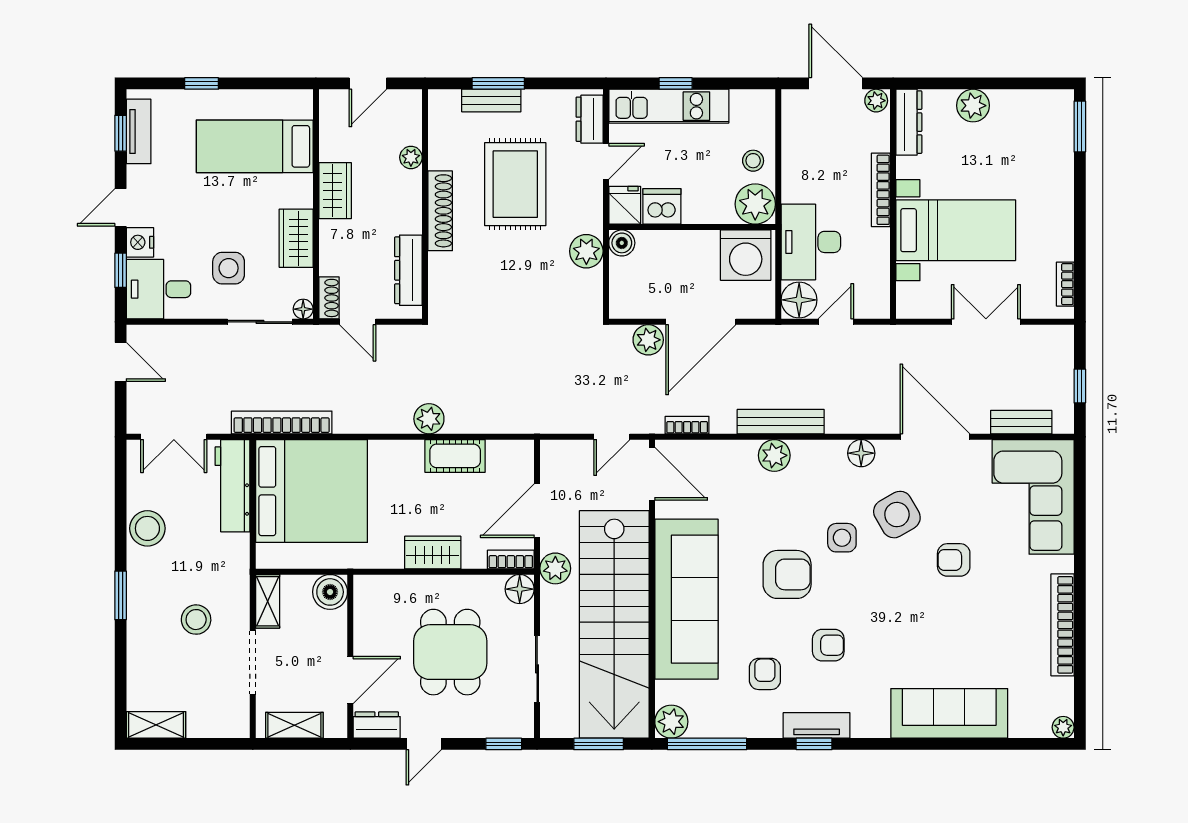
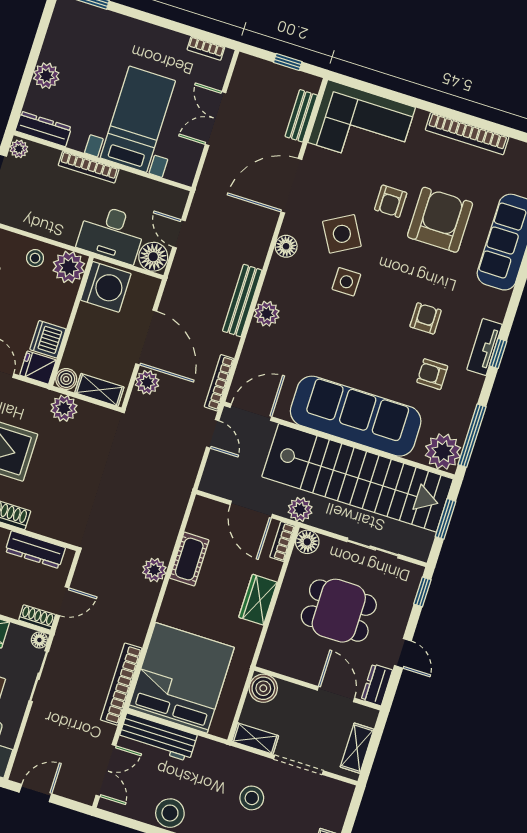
shelving: (621, 286) -> (99, 390), added
bookcase: (687, 425) -> (219, 383), width x1.56
armchair: (787, 574) -> (440, 220), moved, width x1.36, depth x1.36
plant: (671, 722) -> (443, 452), width x1.36, depth x1.36

